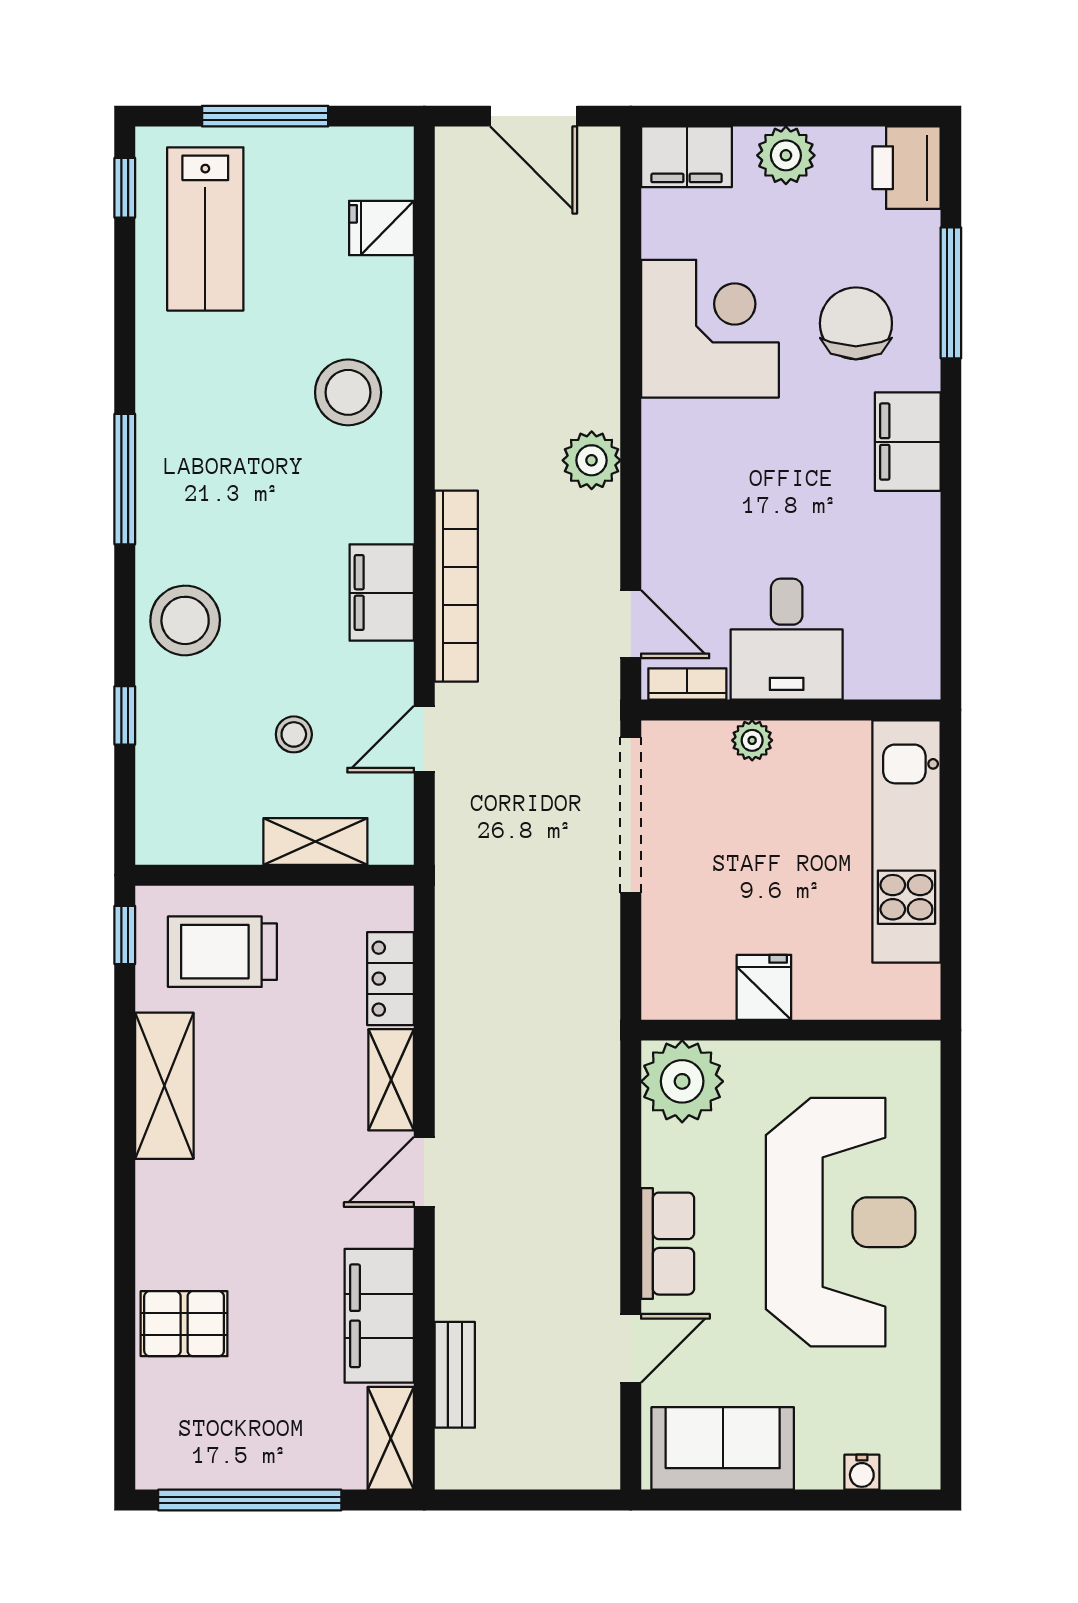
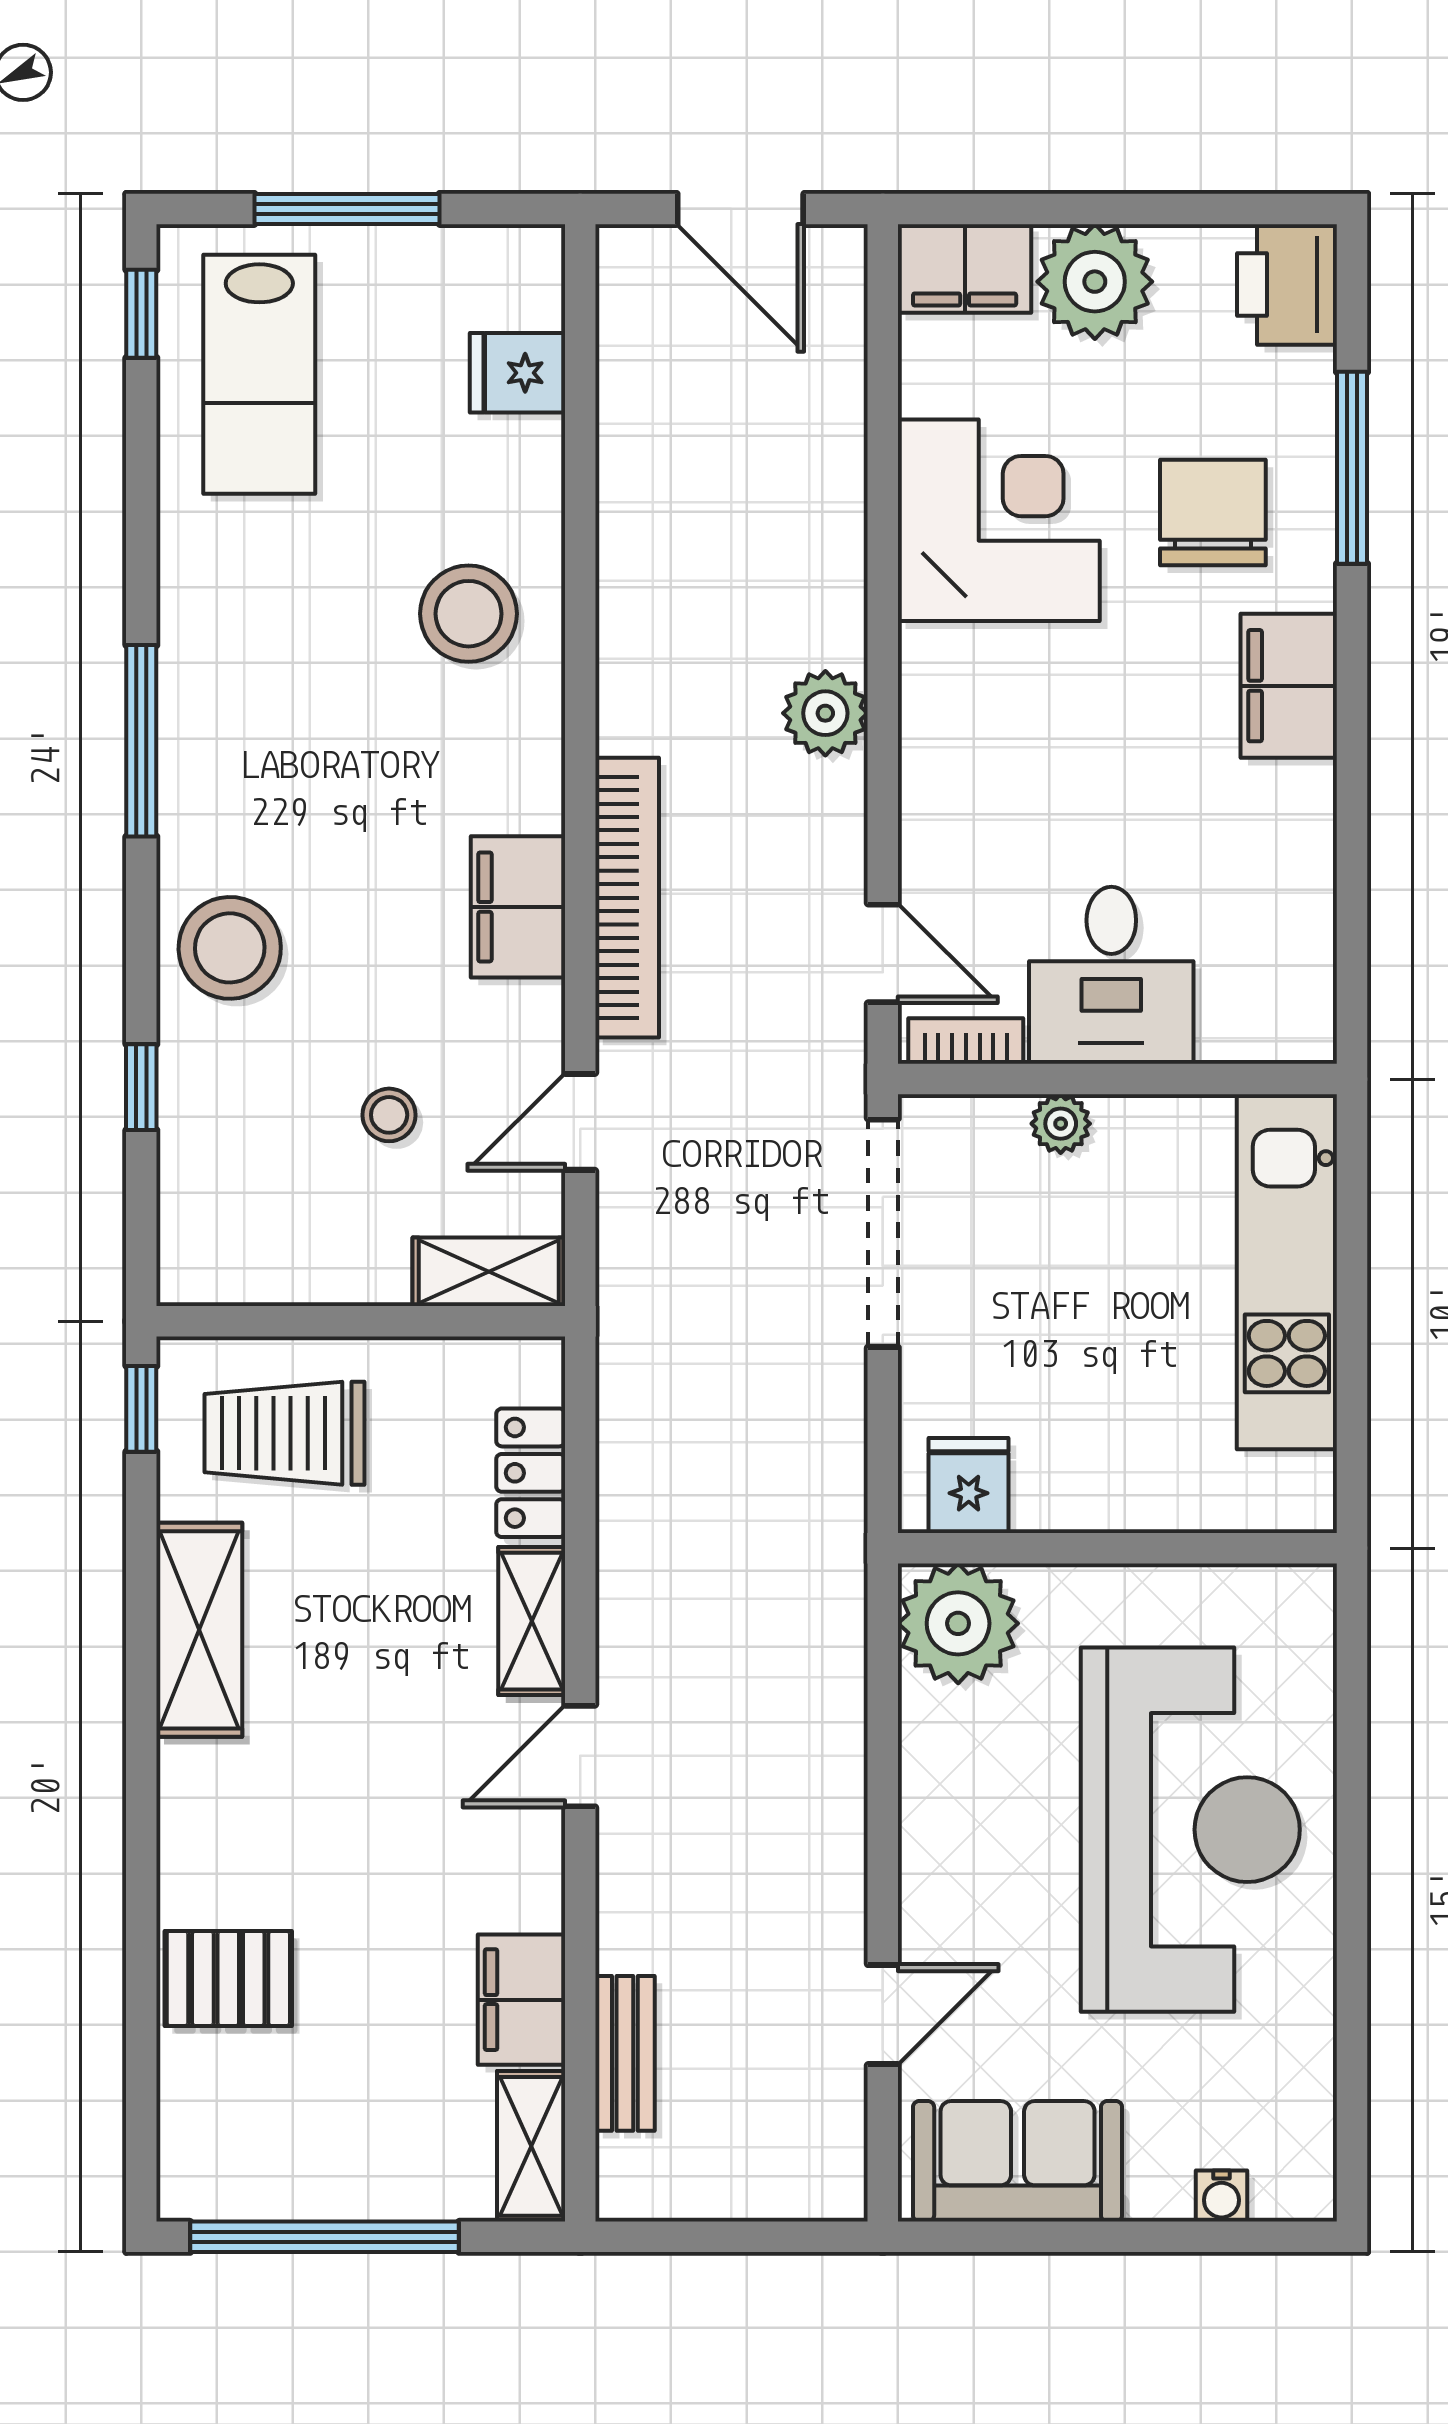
plant: (786, 155) -> (1095, 282), width x1.36, depth x1.36
shelving: (315, 841) -> (489, 1272), moved
fridge: (764, 987) -> (969, 1486), moved
row of seats: (668, 1244) -> (937, 1861), removed
filing cabinet: (379, 1316) -> (521, 2000), width x0.67, depth x0.86

